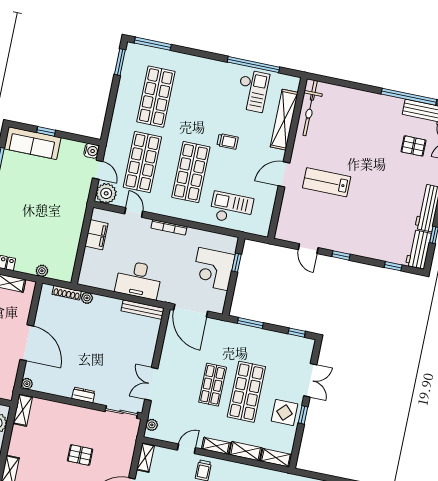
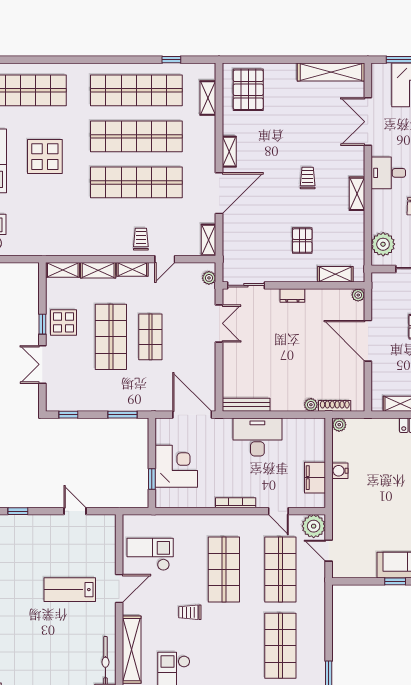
water cooler: (92, 151) -> (340, 471), moved
lab bench: (327, 182) -> (70, 590), turned 180
checkout: (231, 208) -> (150, 554), moved, turned 180
window: (341, 255) -> (18, 511), moved
plant: (42, 271) -> (339, 425), moved
shelving: (23, 410) -> (335, 274), moved, turned 90
pallet: (80, 455) -> (302, 241), moved, turned 90

